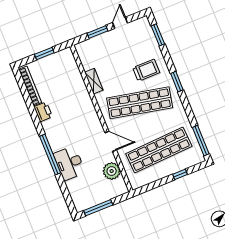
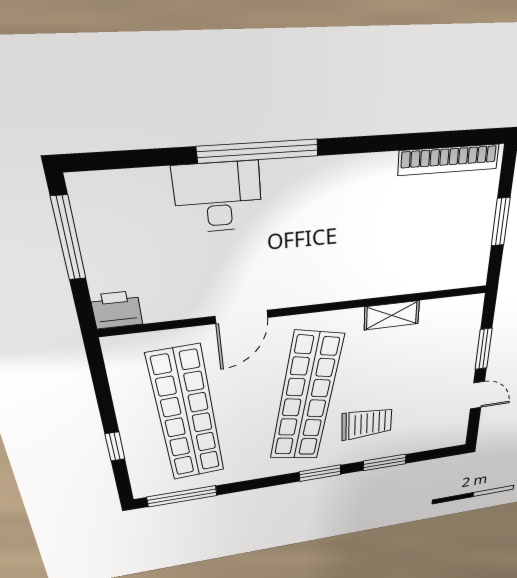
window: (158, 35) -> (385, 462), moved
trolley: (146, 70) -> (367, 424), turned -90
printer: (43, 112) -> (117, 310), moved, turned 180
plant: (112, 171) -> (165, 300), removed

